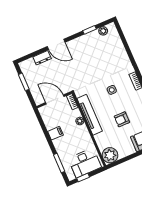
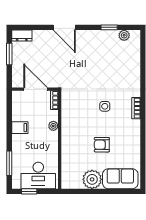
dresser: (42, 58) -> (22, 36), moved
tv unit: (90, 115) -> (67, 124), removed
plant: (110, 155) -> (92, 179), moved

